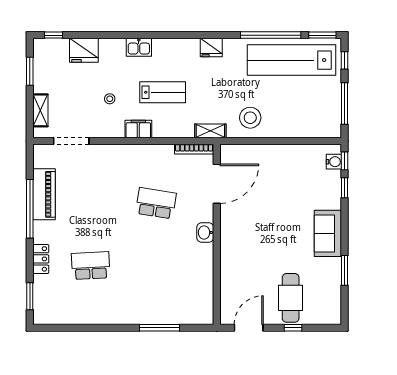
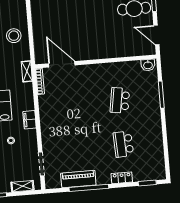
stool: (250, 118) -> (14, 36), moved
school desk: (156, 203) -> (120, 100), moved
washbasin: (205, 232) -> (148, 65), moved

